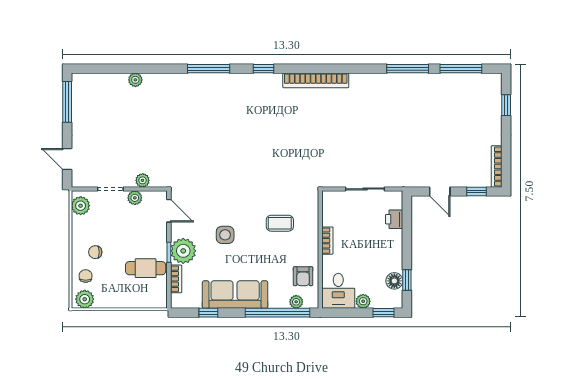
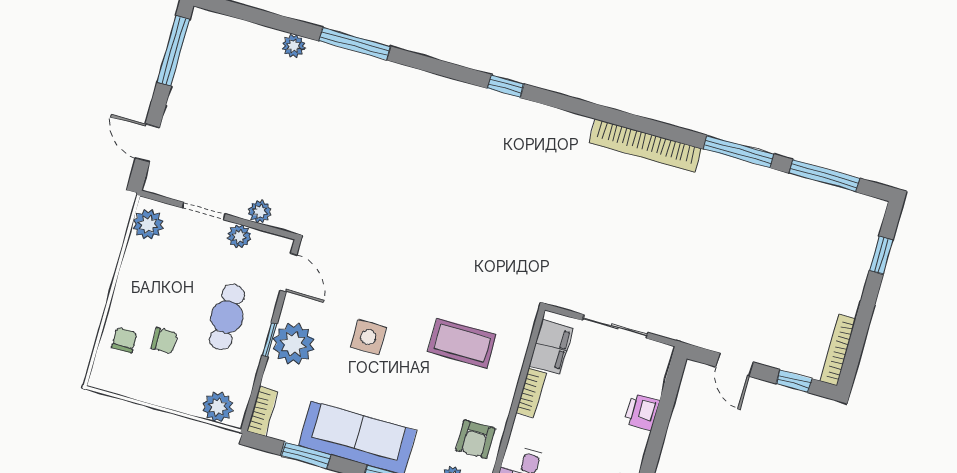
window: (209, 69) -> (355, 44), moved
bookcase: (316, 80) -> (645, 146), moved
filing cabinet: (332, 211) -> (551, 347), added
printer: (394, 219) -> (642, 412), moved
coffee table: (280, 223) -> (462, 343), width x1.36, depth x1.30
chair: (95, 252) -> (164, 341), moved, turned 180
cafe table: (146, 268) -> (227, 317), moved, turned 90
bookcase: (176, 279) -> (262, 411), moved
plant: (85, 299) -> (218, 407), moved
window: (208, 313) -> (306, 455), width x1.50

